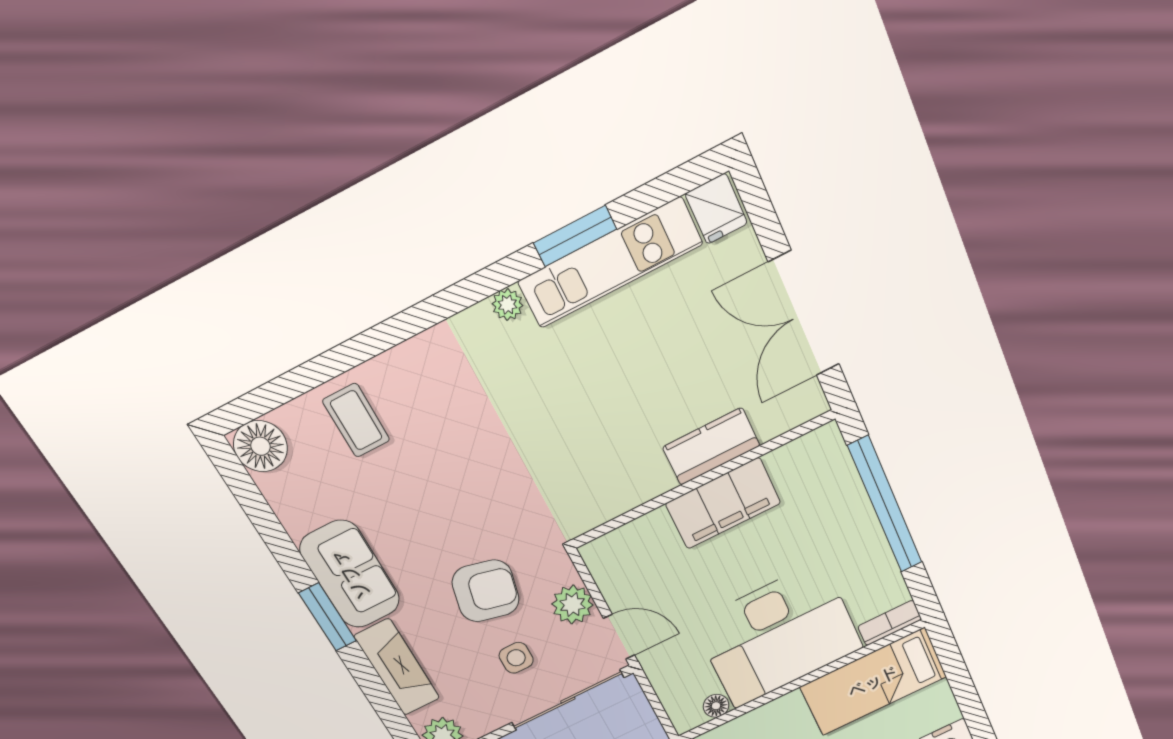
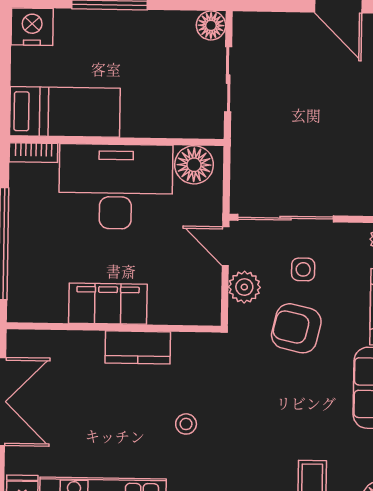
stool: (554, 411) -> (186, 424), added
kitchen counter: (711, 446) -> (138, 347), moved
floor lamp: (716, 706) -> (194, 165), width x1.89, depth x1.89

